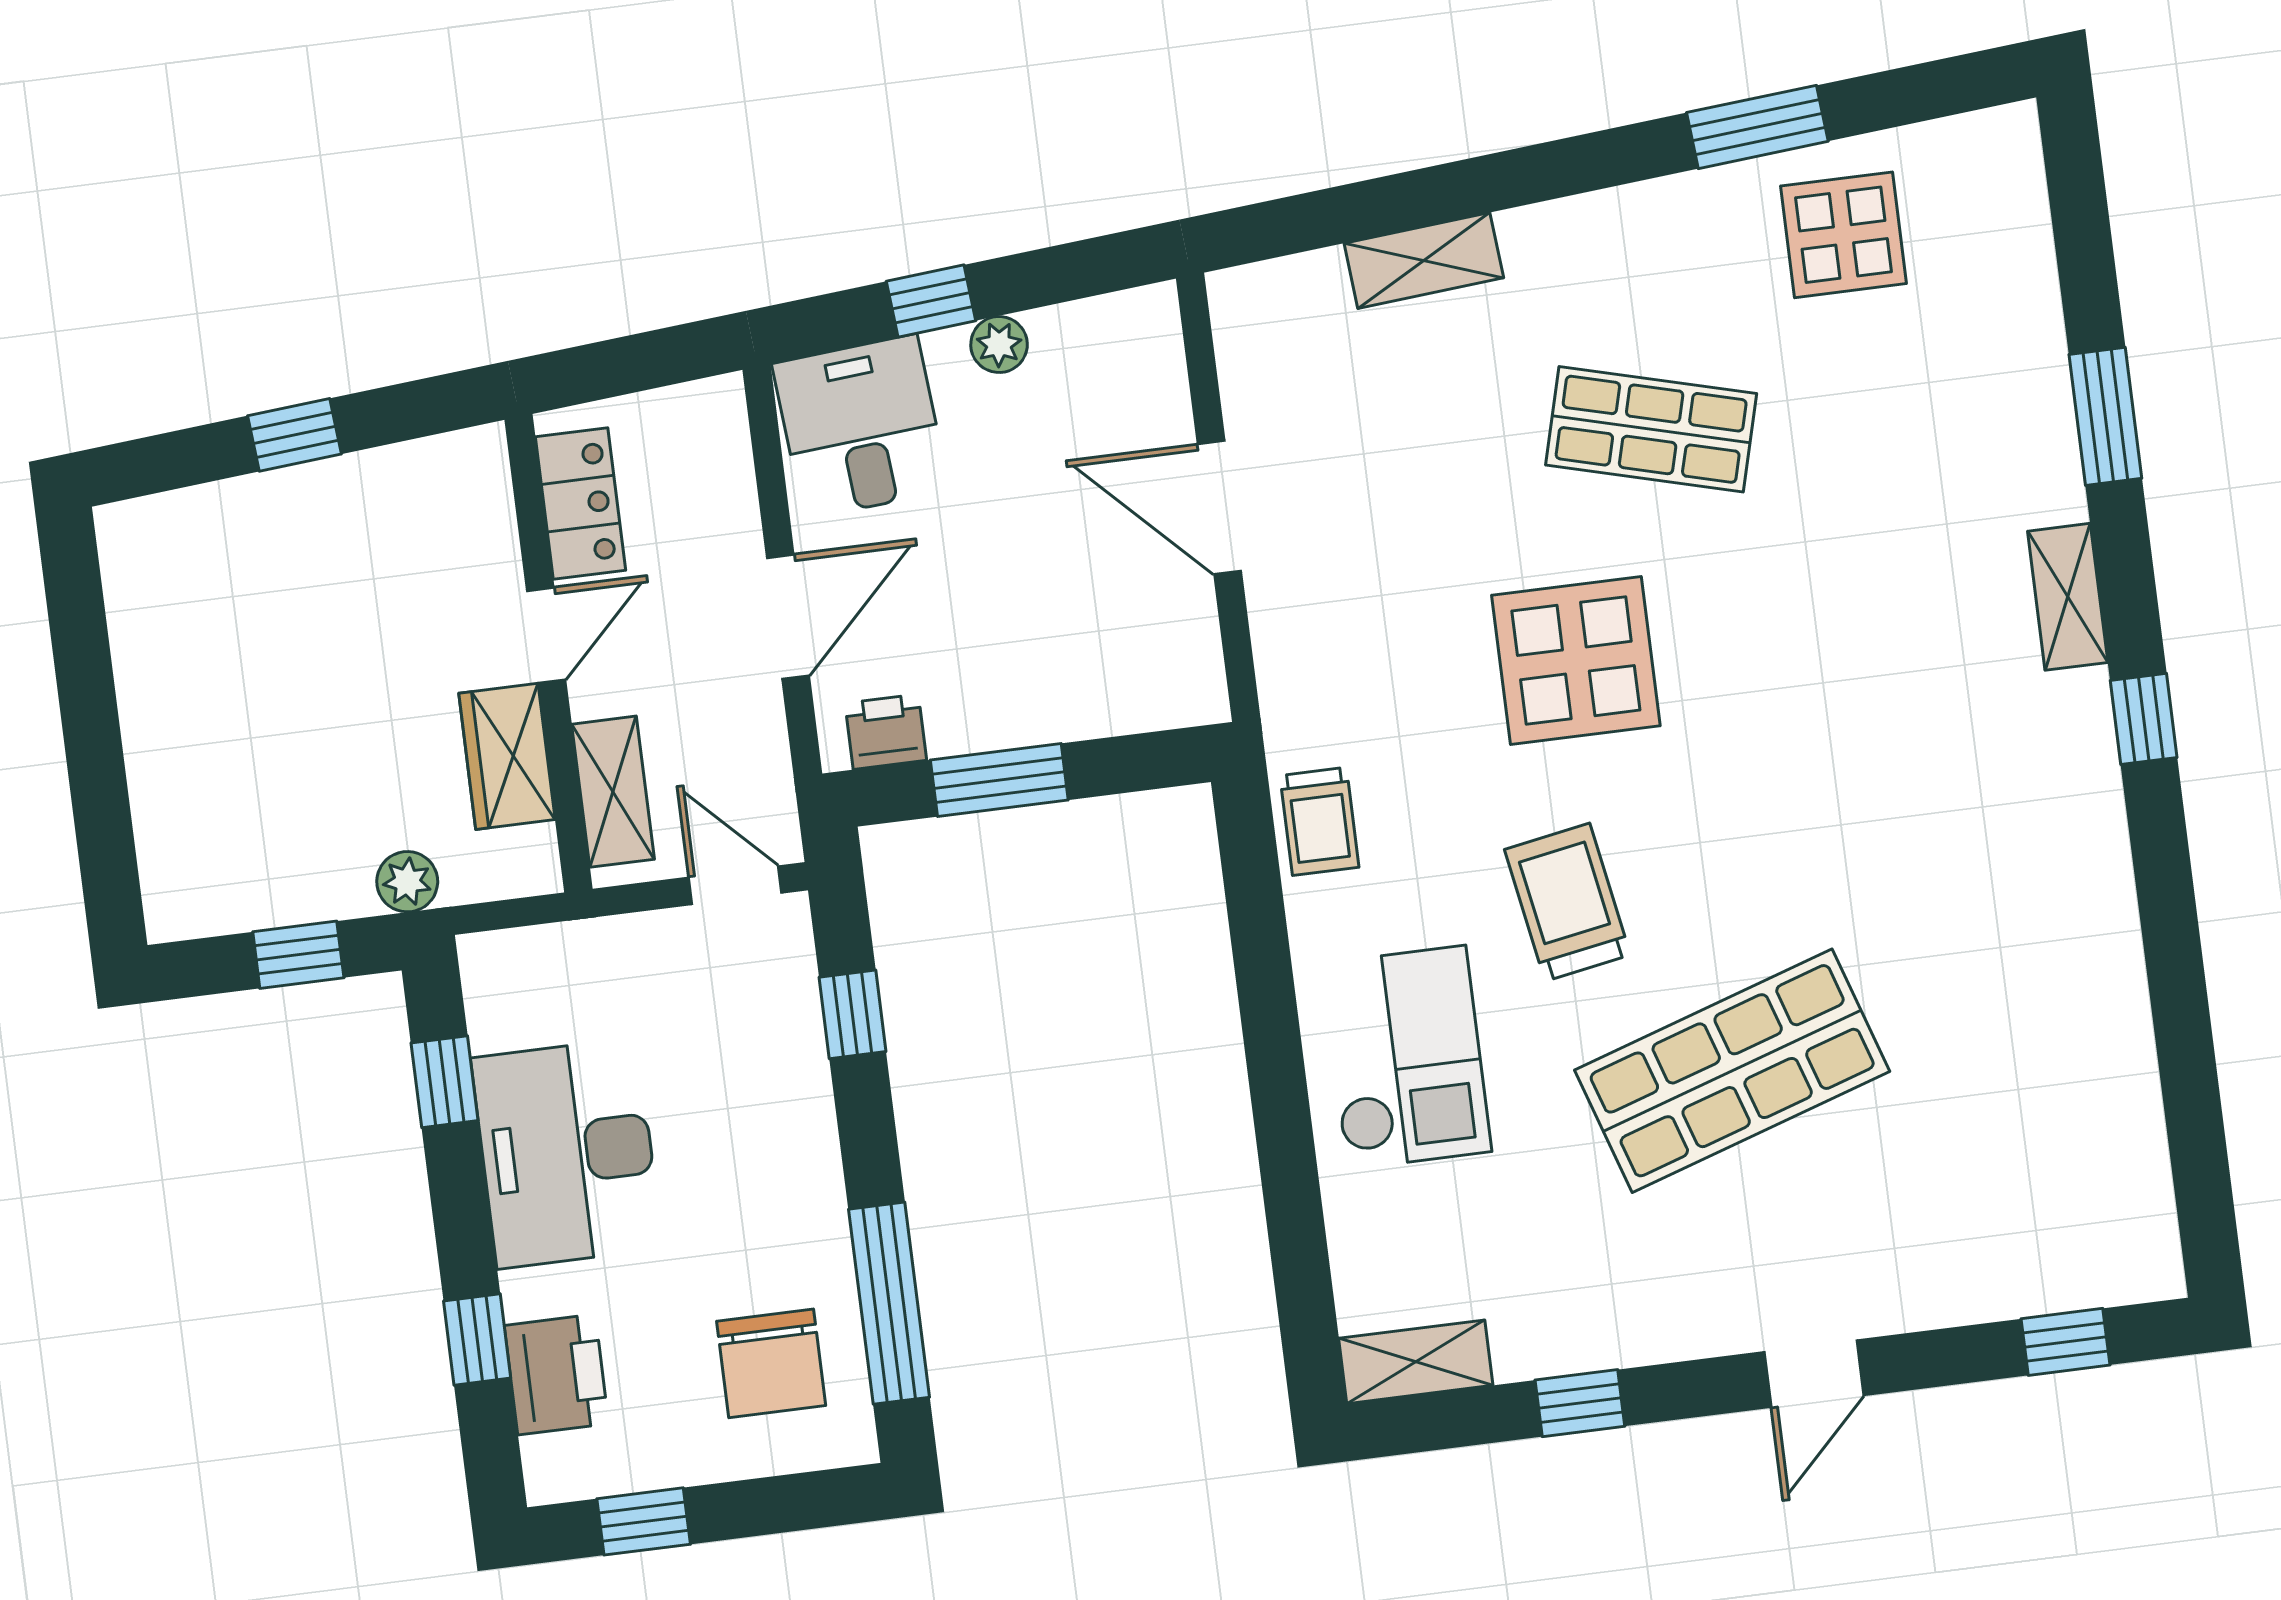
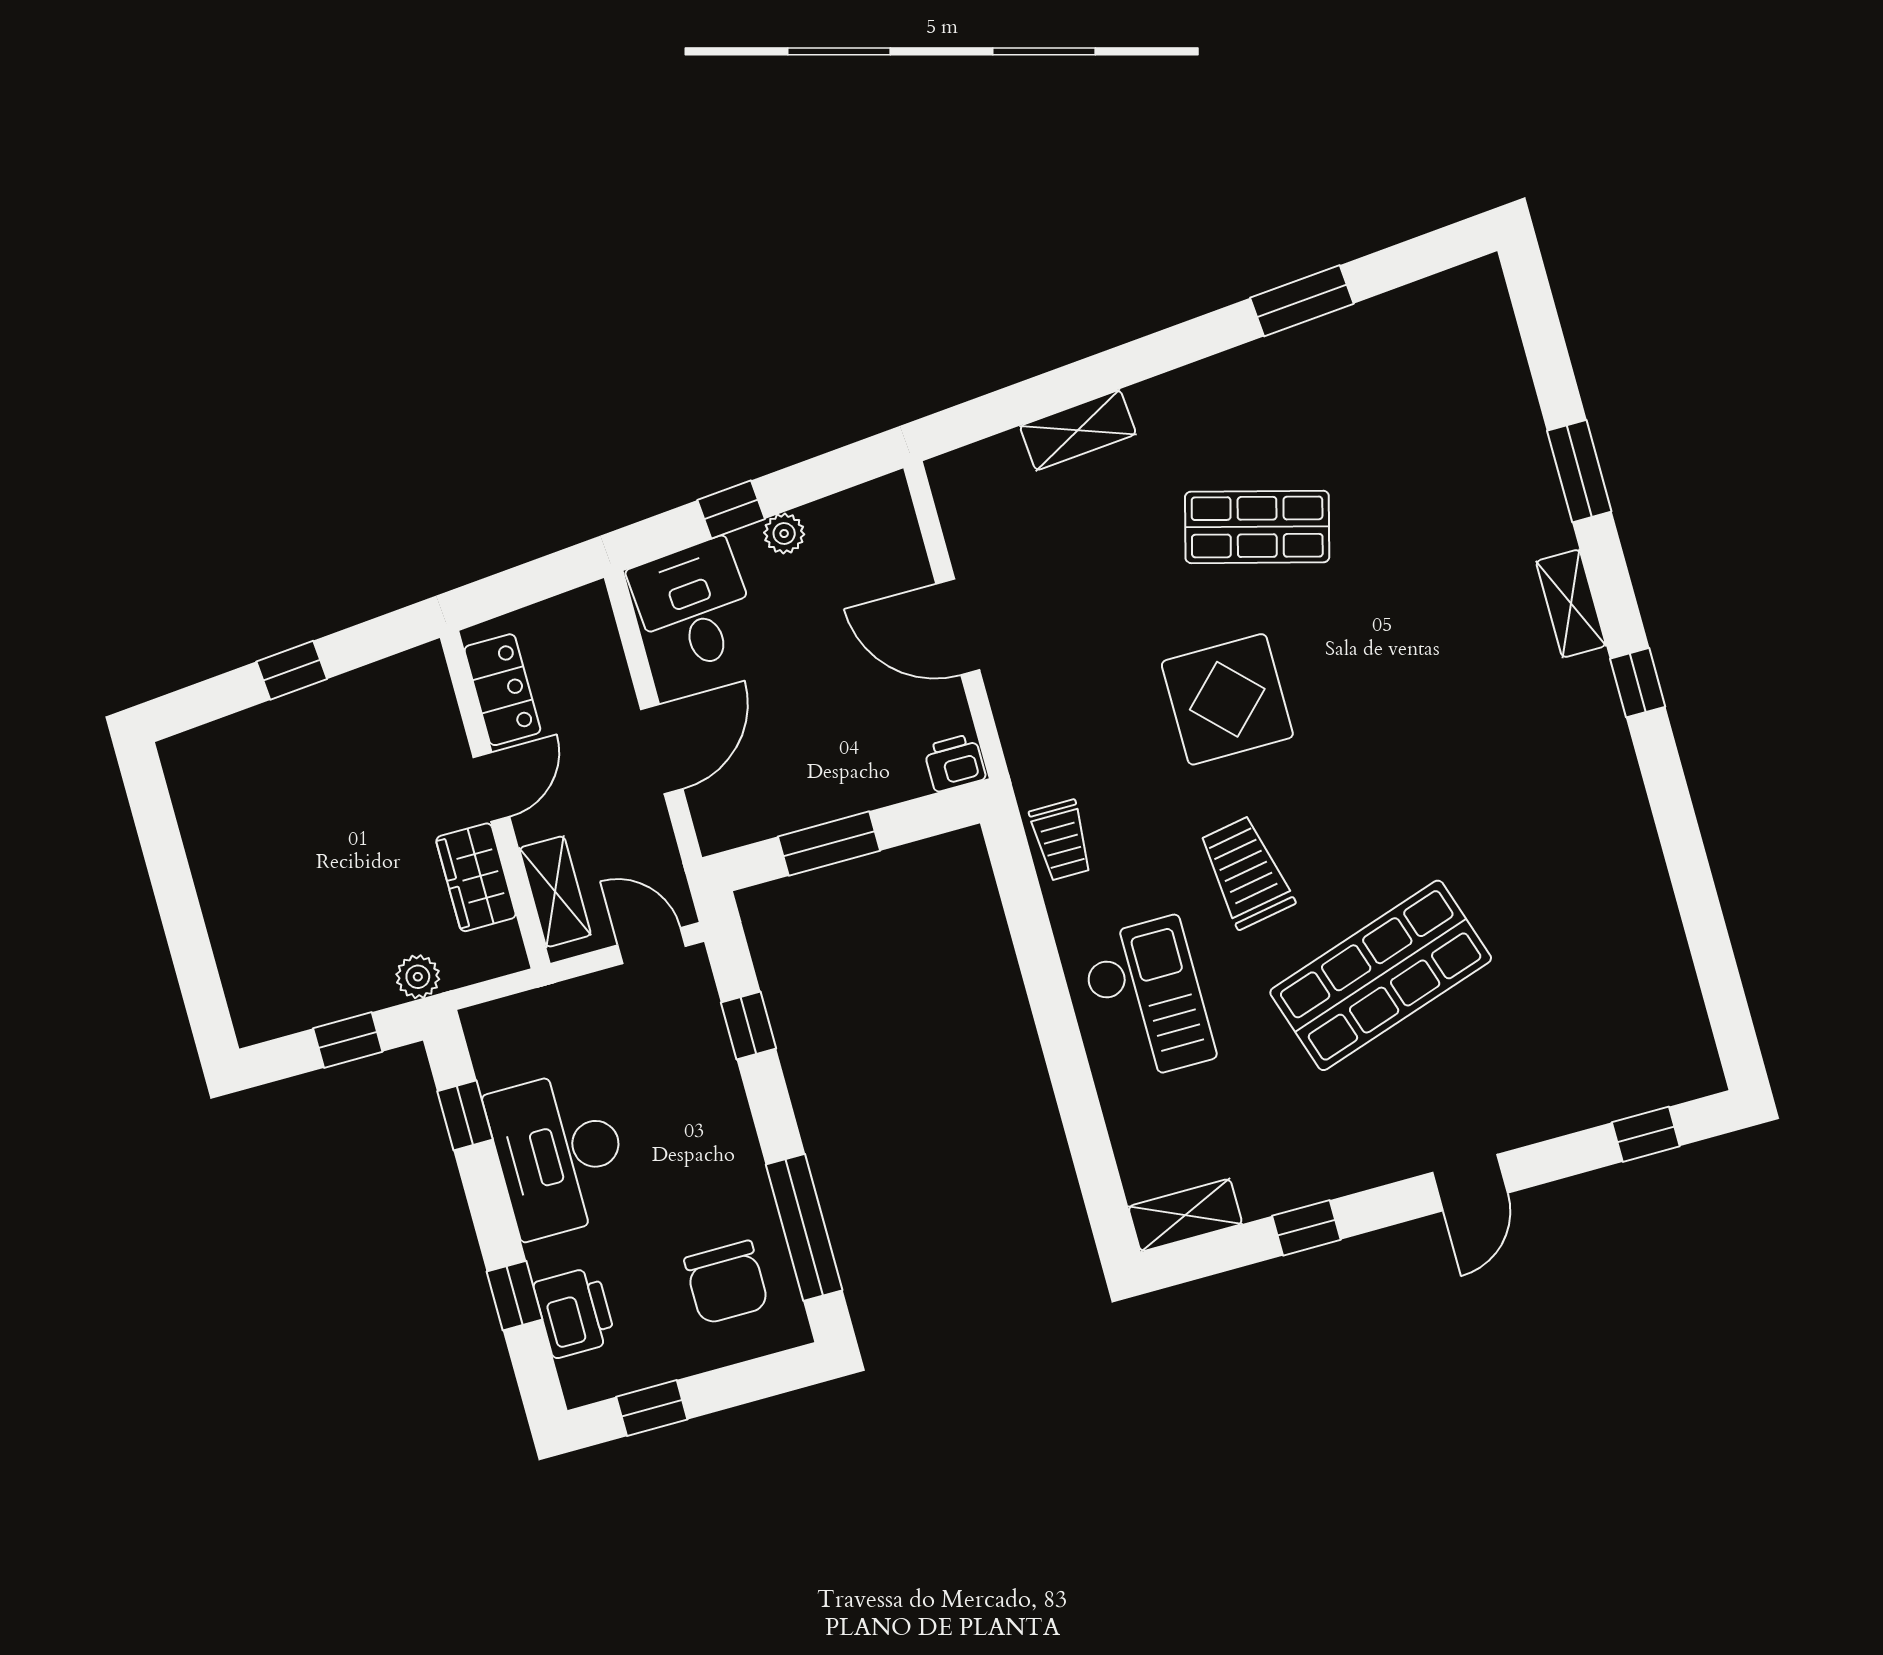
display table: (1843, 235) -> (1374, 369), removed
printer: (886, 732) -> (955, 763), moved

